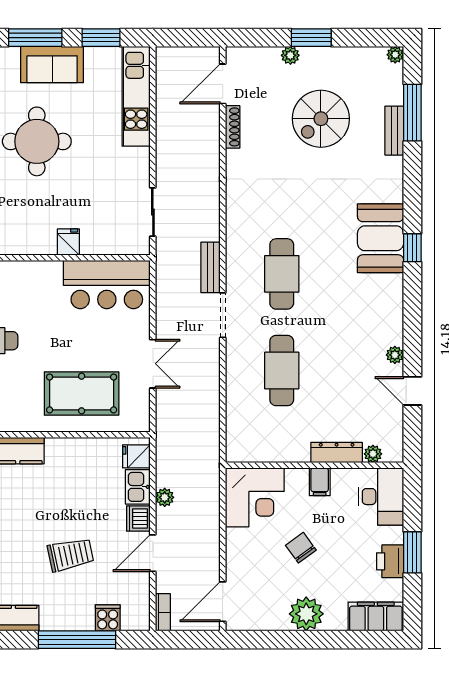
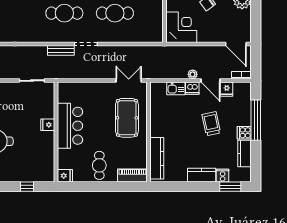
bar counter: (107, 285) -> (70, 126), moved
double door: (153, 364) -> (129, 81), moved
fridge: (136, 456) -> (227, 89), moved
plant: (165, 497) -> (193, 74), moved
cooker: (108, 618) -> (244, 133), moved

